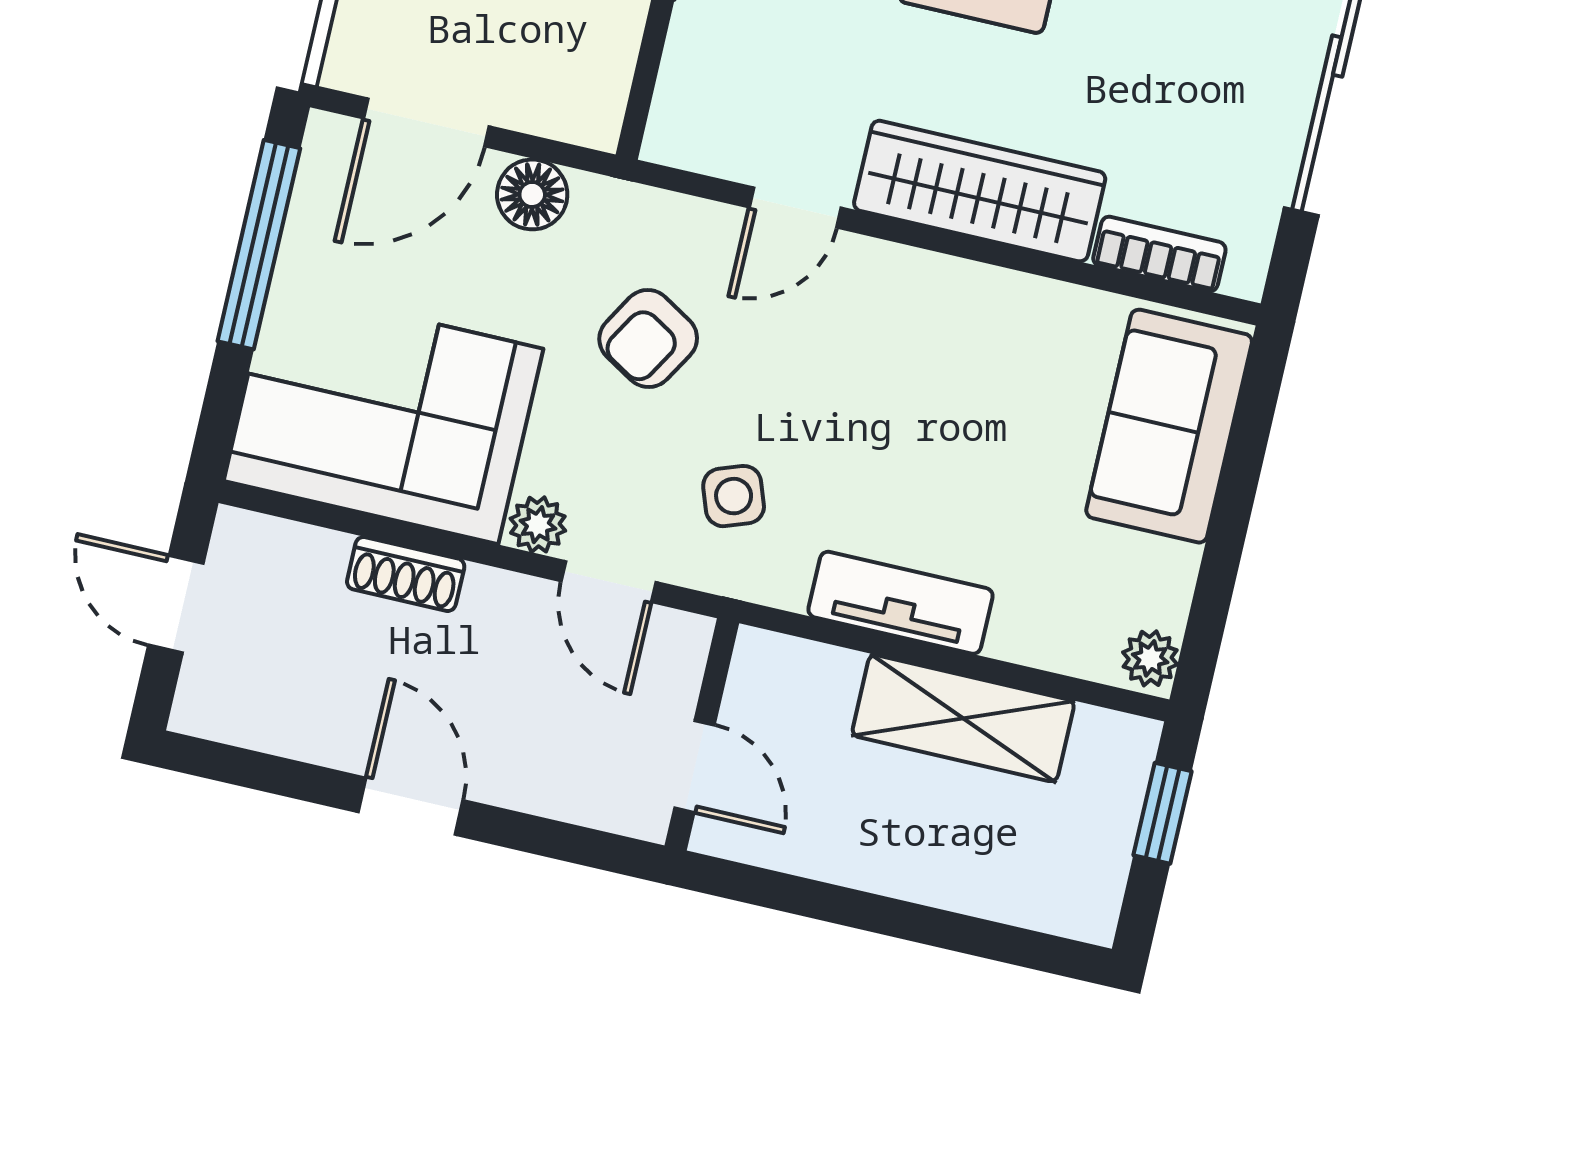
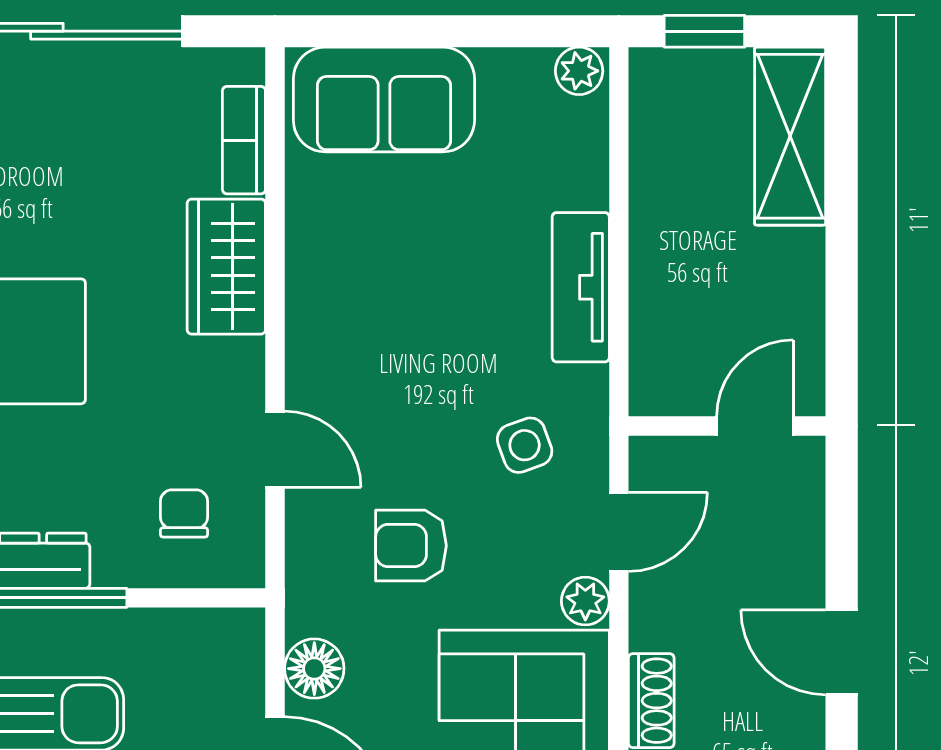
chair: (745, 86) -> (184, 513), added
wardrobe: (980, 191) -> (226, 267), width x0.67
armchair: (648, 339) -> (411, 546), turned 149
shelving: (963, 718) -> (790, 136), moved
door: (411, 806) -> (842, 652), hinge flipped

